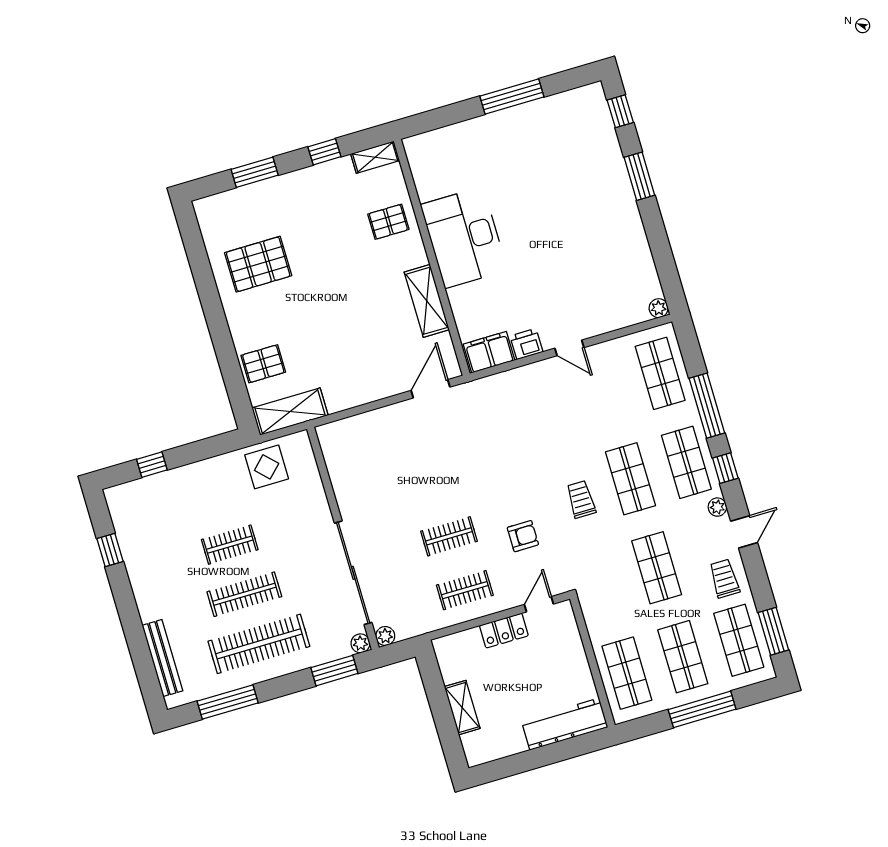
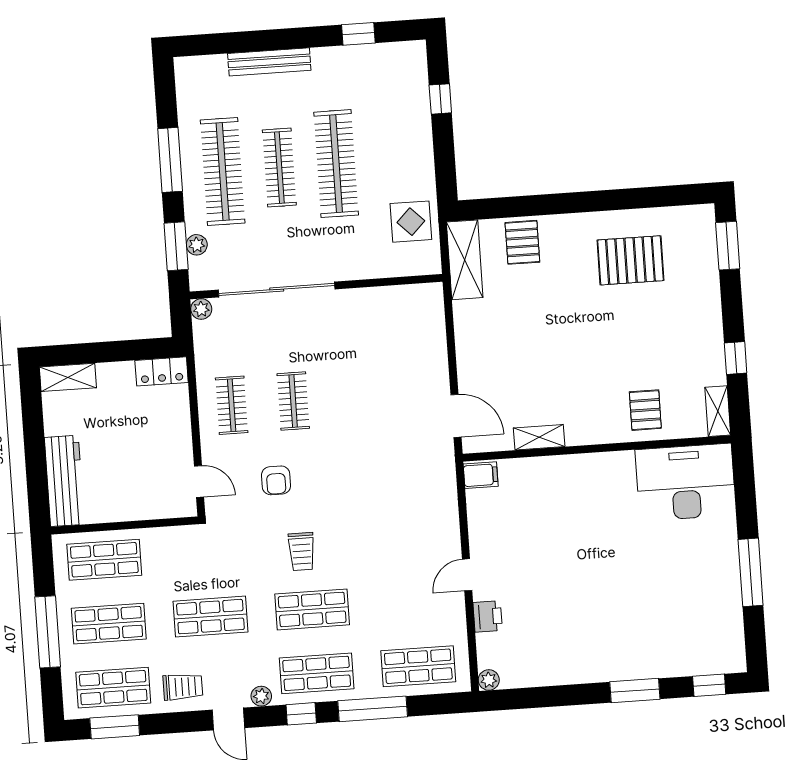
window: (255, 172) -> (728, 246), moved
desk: (464, 237) -> (686, 482), moved
pallet: (258, 264) -> (630, 260), turned 90
shelving: (427, 301) -> (539, 437), width x0.67, depth x0.75
printer: (526, 344) -> (488, 616), moved
filing cabinet: (489, 352) -> (481, 475), width x0.50
trolley: (581, 499) -> (302, 552), turned 90
clothes rail: (230, 545) -> (336, 164), width x1.86, depth x1.31
locker: (504, 631) -> (162, 371), moved, turned -90
plant: (360, 643) -> (197, 245), moved
bench: (162, 658) -> (269, 62), moved
window: (228, 702) -> (170, 160), moved
shelving: (462, 708) -> (68, 377), moved

